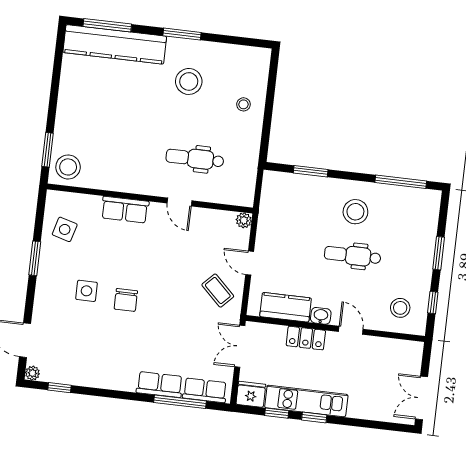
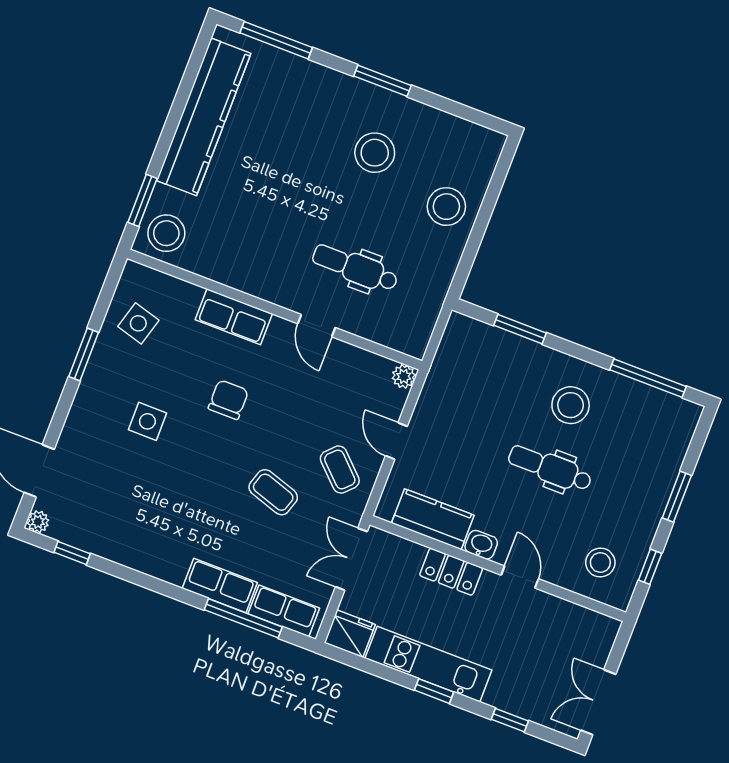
kitchen counter: (115, 44) -> (204, 117), moved, turned -90
stool: (243, 104) -> (446, 207), width x1.89, depth x1.89
chair: (126, 300) -> (228, 400), moved, turned 180
coffee table: (179, 316) -> (273, 492), added
window: (277, 413) -> (510, 720), moved

